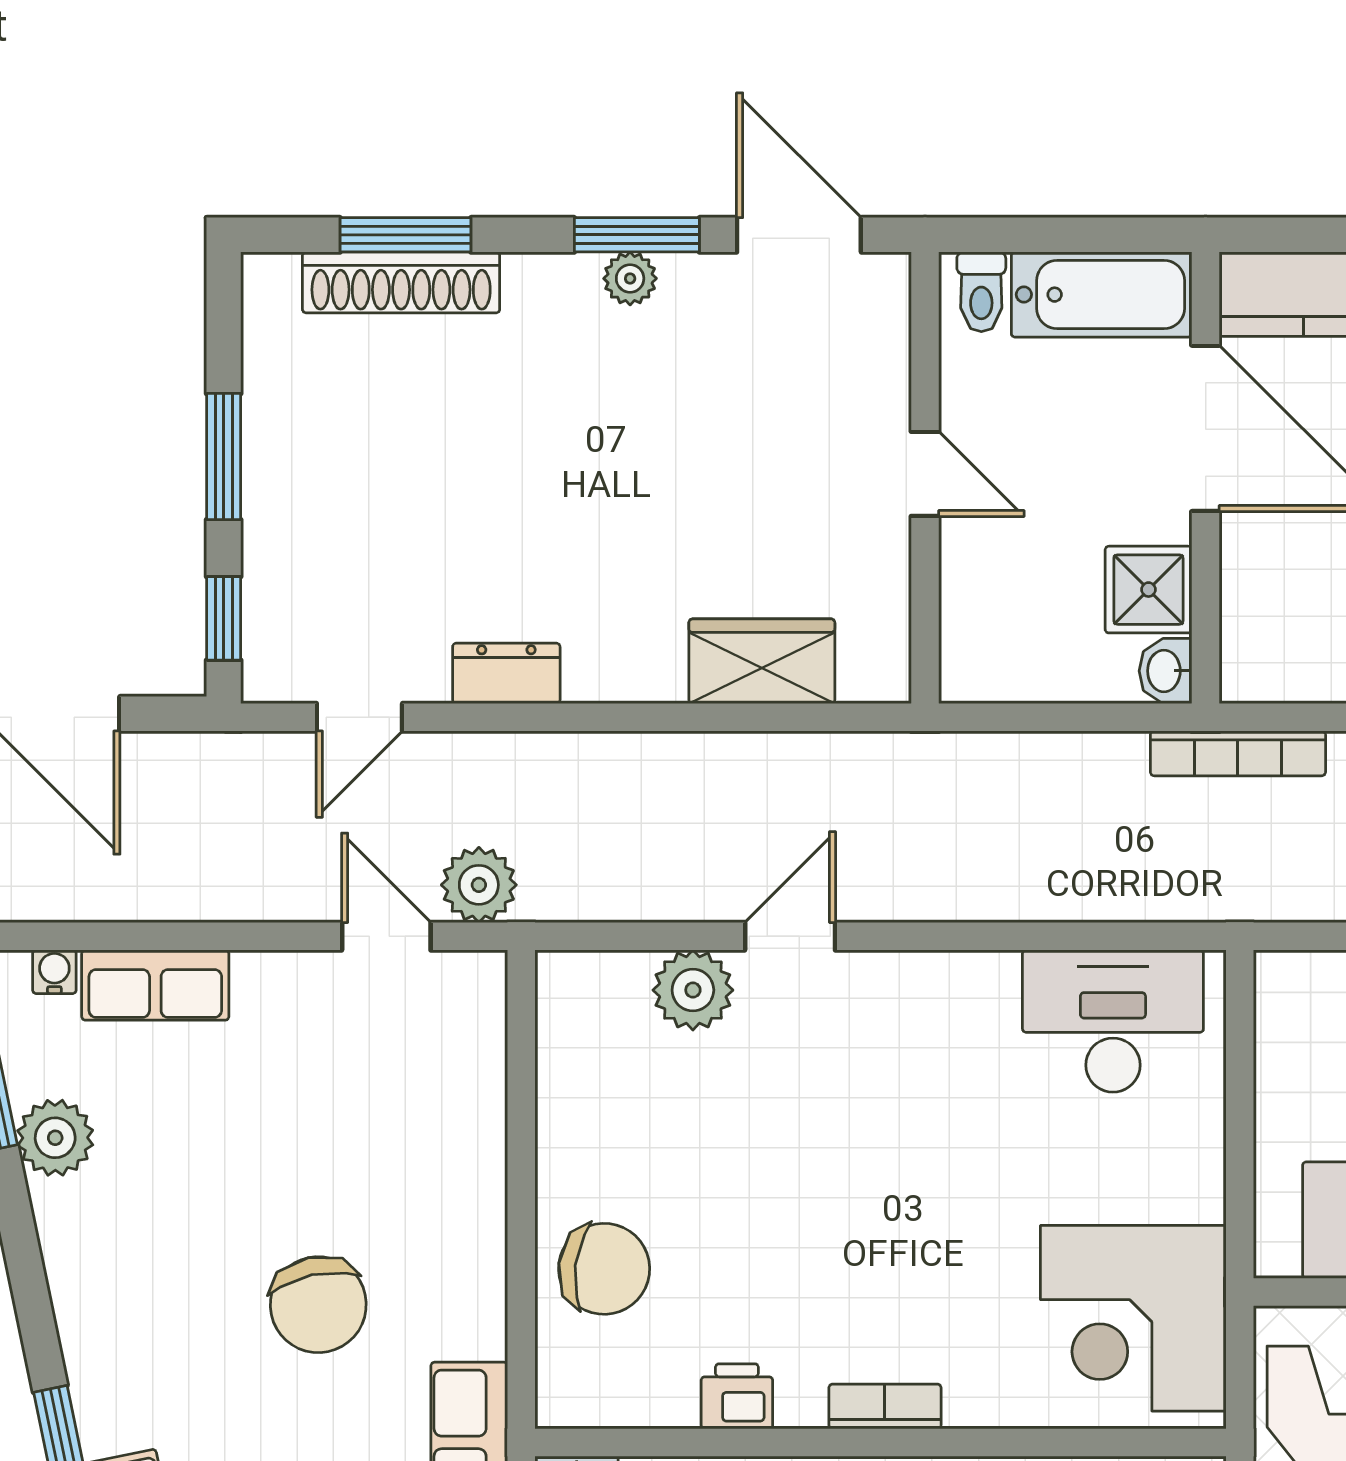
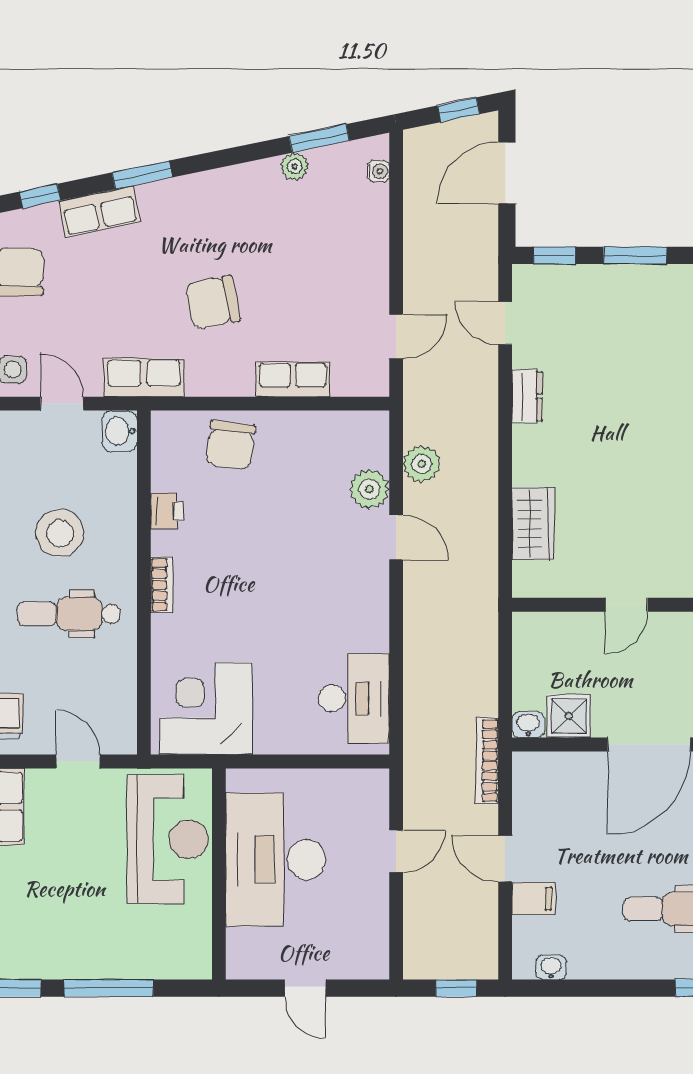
plant: (479, 885) -> (422, 464), moved
row of seats: (155, 985) -> (293, 379), moved, turned 90
plant: (55, 1138) -> (295, 166), width x0.73, depth x0.73

